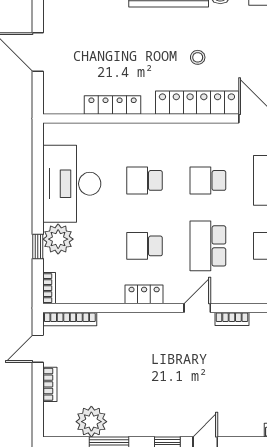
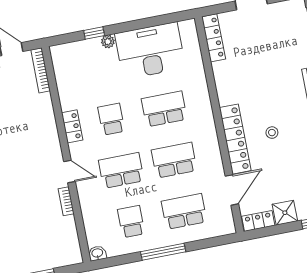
locker: (113, 105) -> (214, 38), moved
school desk: (144, 180) -> (164, 109), width x1.85
school desk: (208, 180) -> (174, 160), width x1.85
plant: (58, 239) -> (108, 42), width x0.53, depth x0.53
bookcase: (49, 288) -> (62, 49), removed

